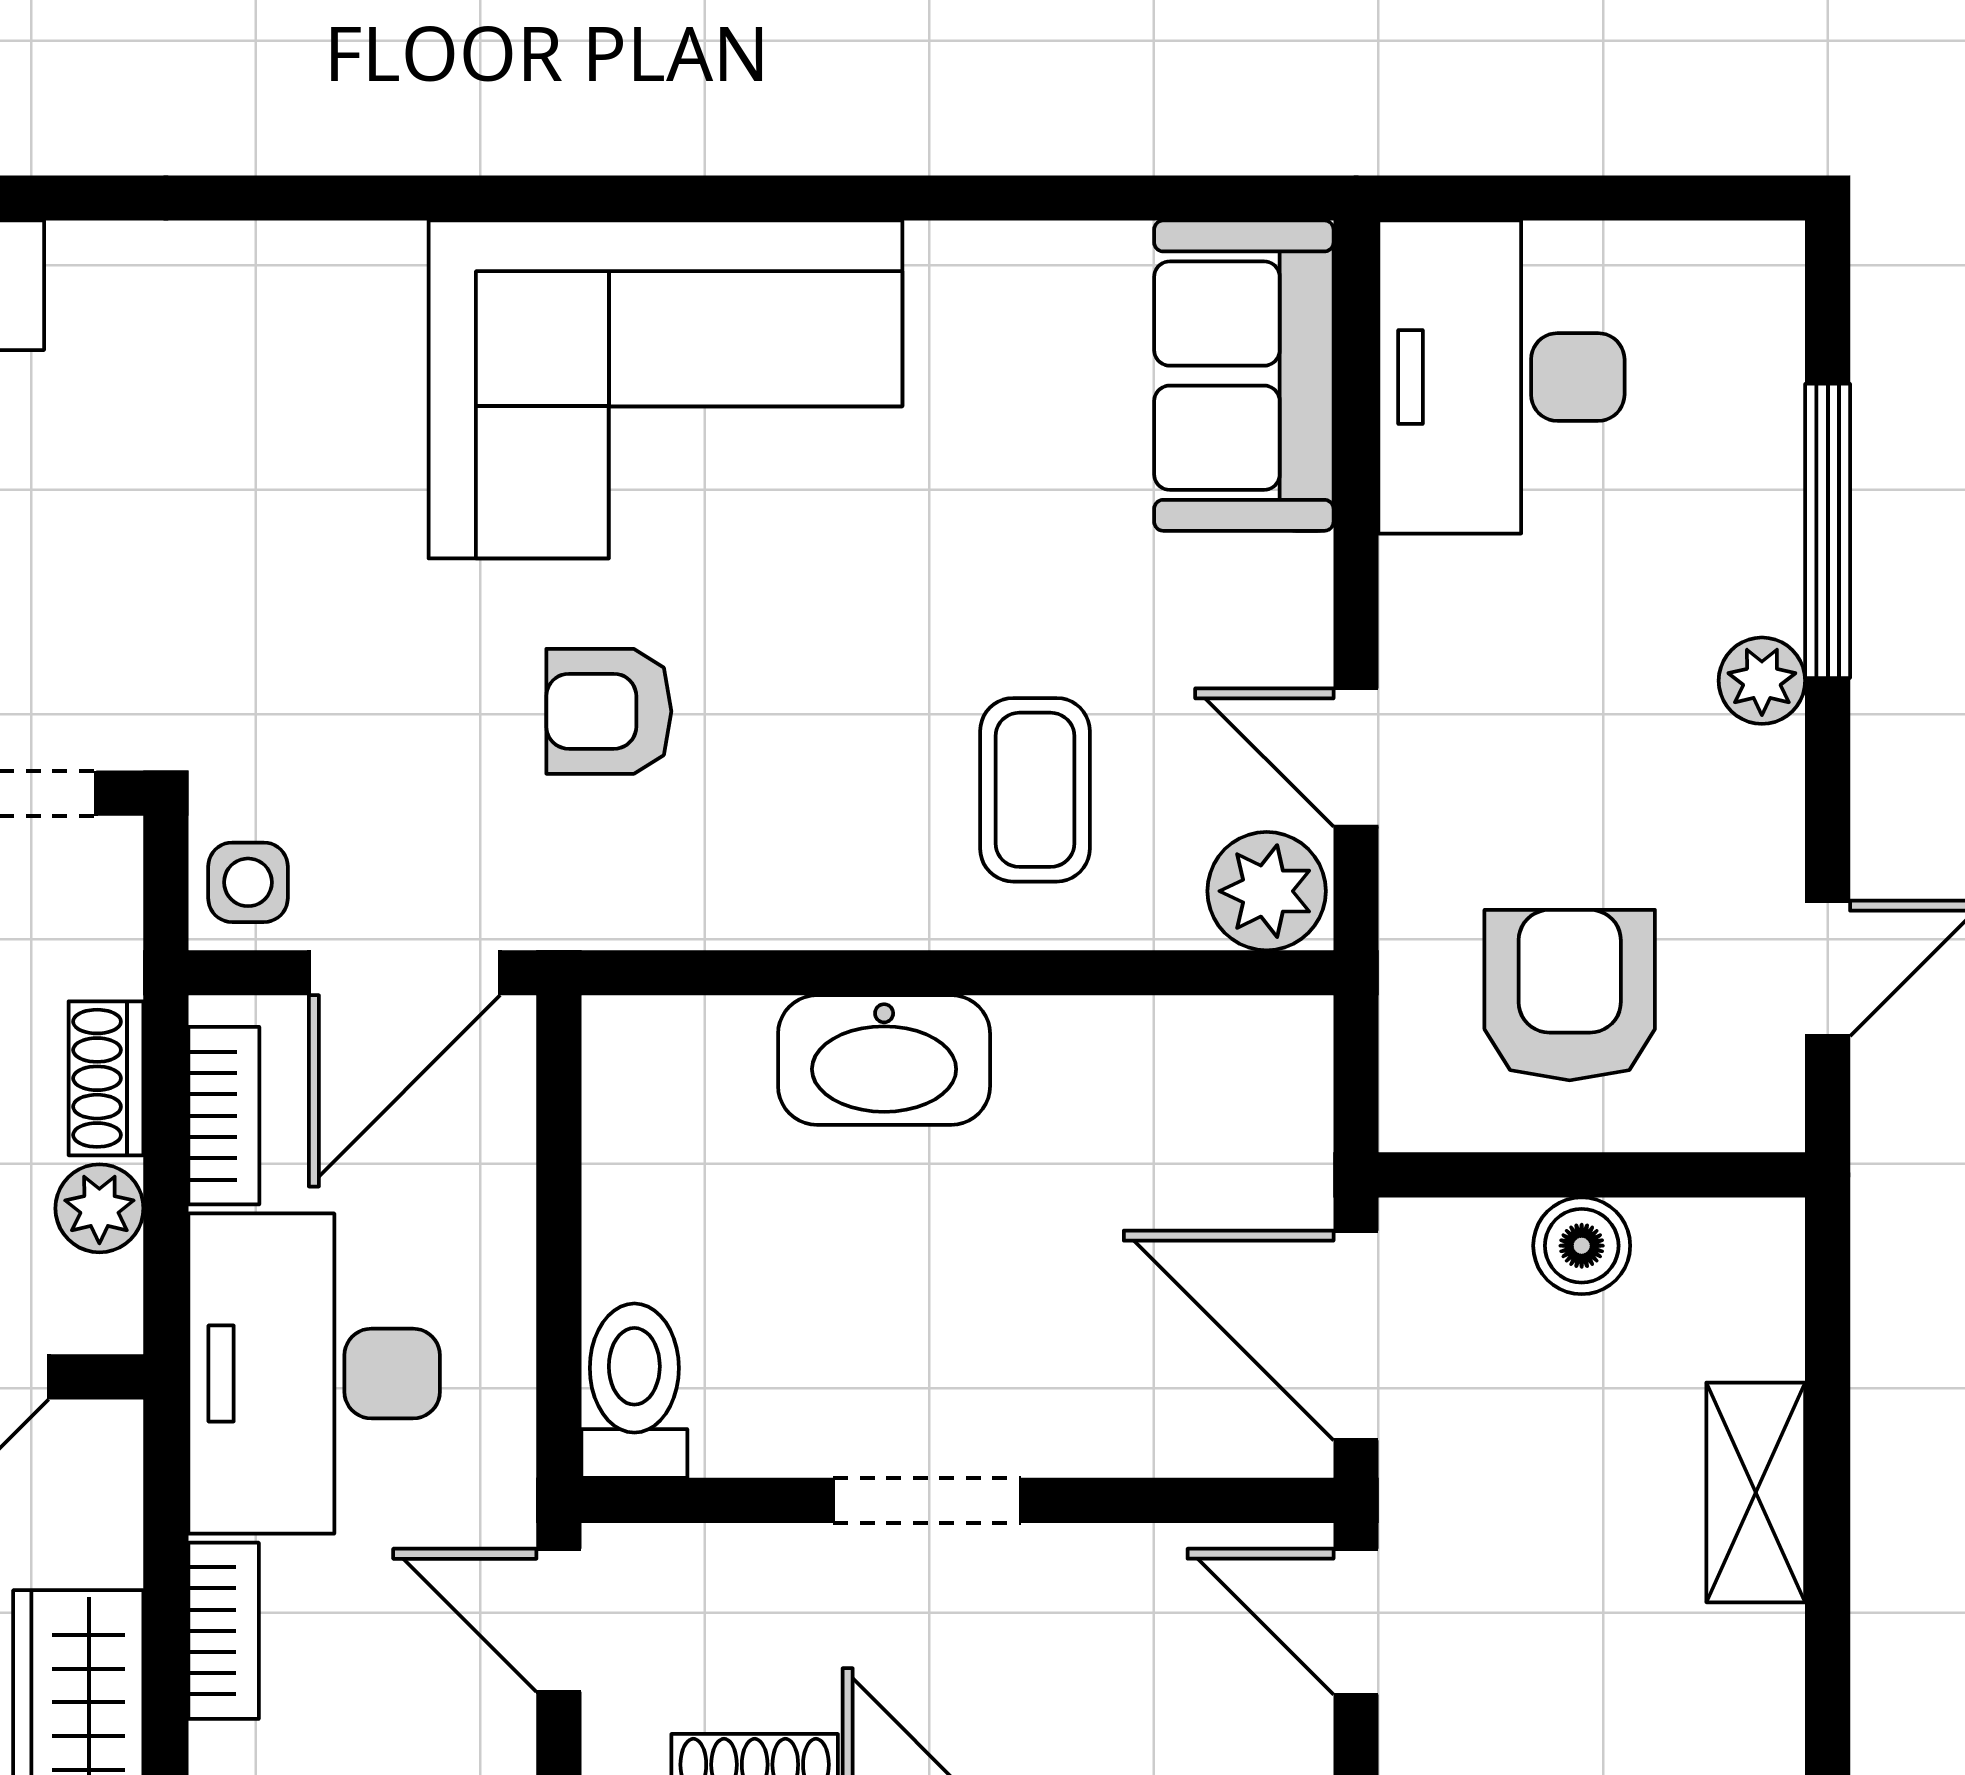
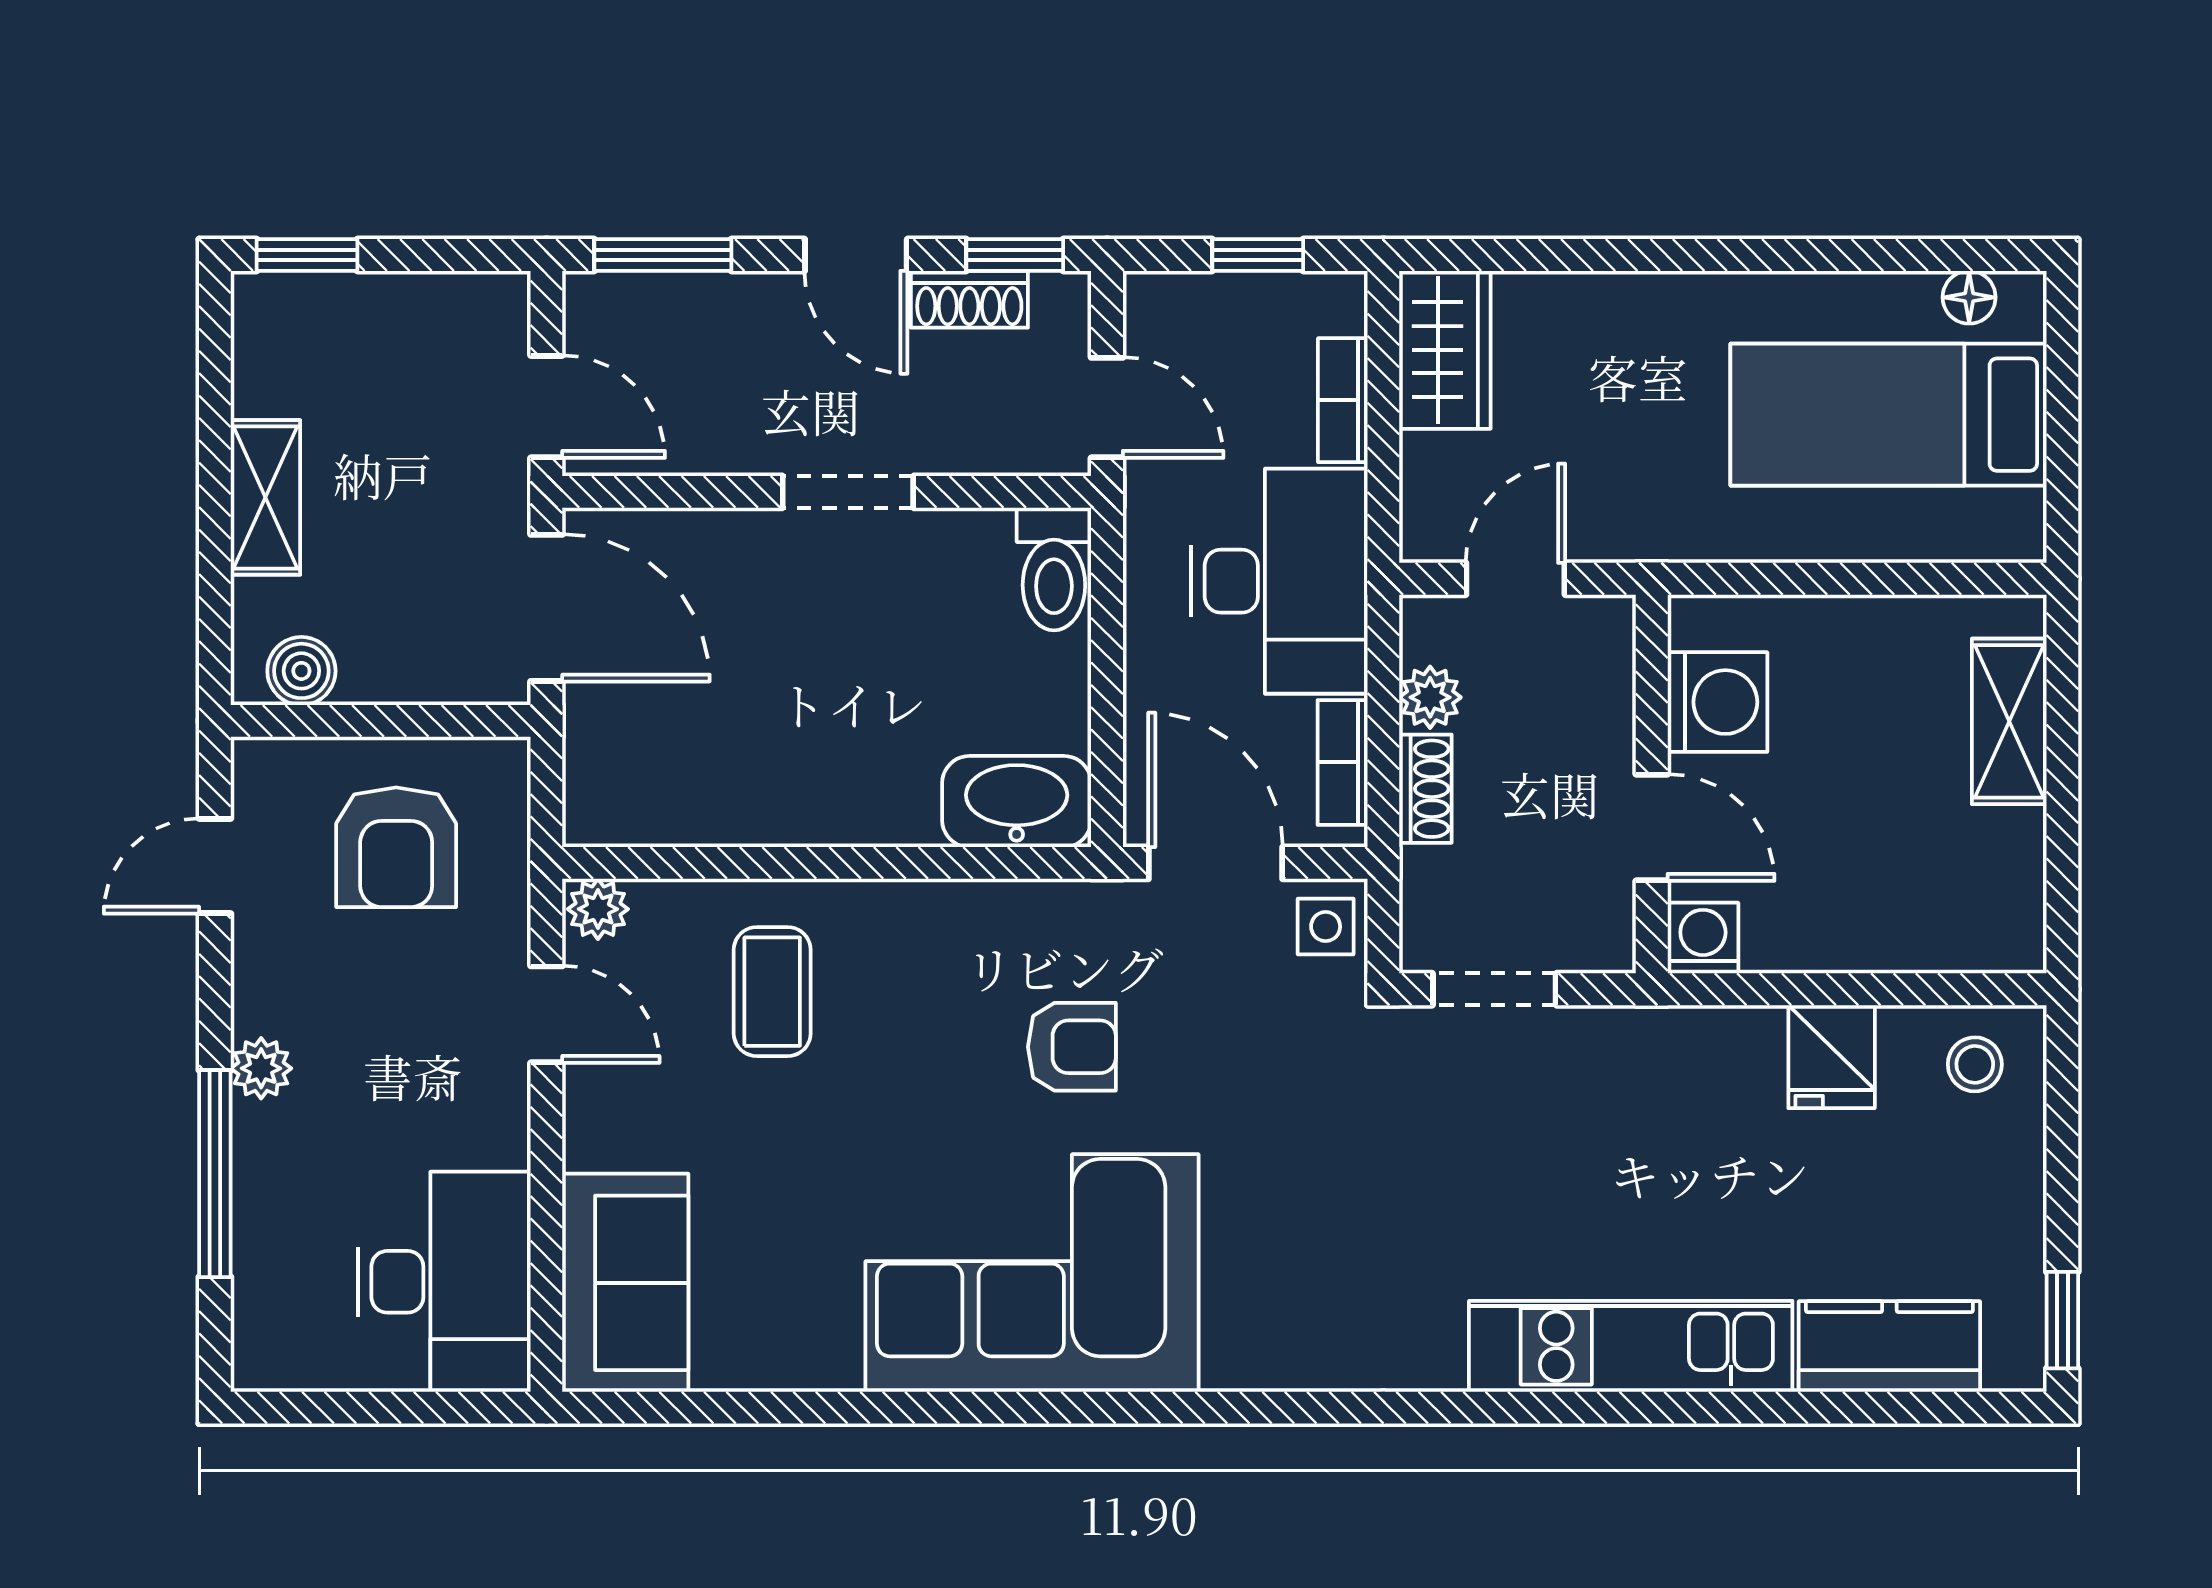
plant: (1267, 891) -> (598, 909), width x0.73, depth x0.73
door: (405, 973) -> (1215, 863), hinge flipped
washbasin: (884, 1060) -> (1017, 802), moved
boiler: (1582, 1246) -> (301, 671), moved

